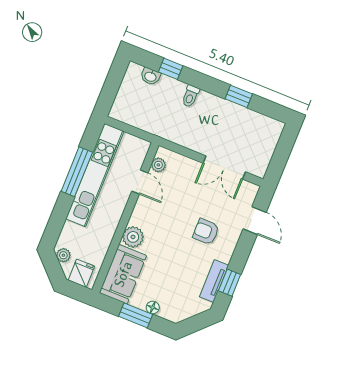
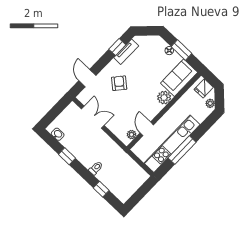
washbasin: (150, 76) -> (58, 134), moved
armchair: (206, 232) -> (119, 83), turned -140

